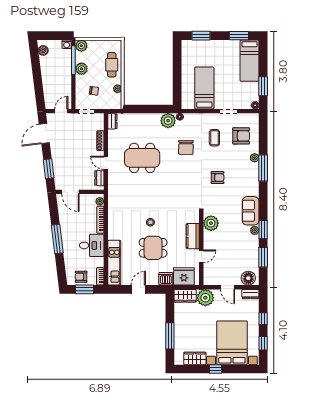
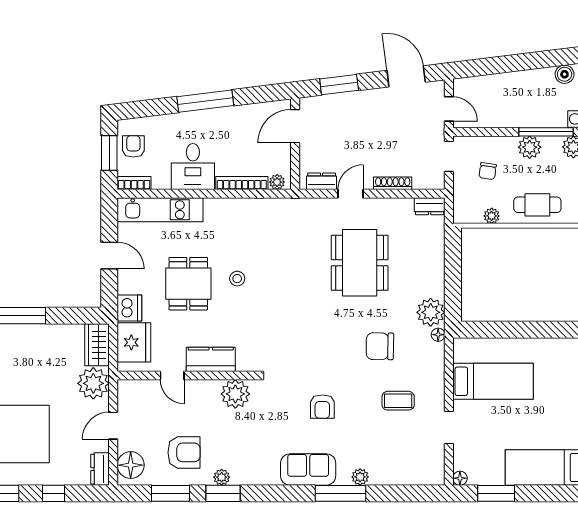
armchair: (241, 136) -> (184, 452), moved, turned -90
sofa: (251, 211) -> (308, 470), moved

